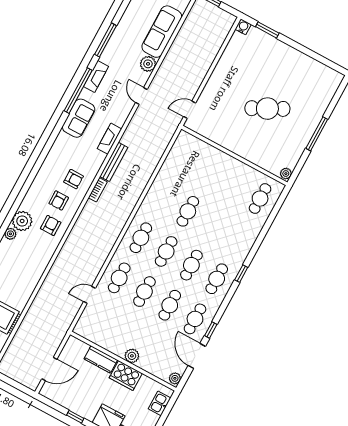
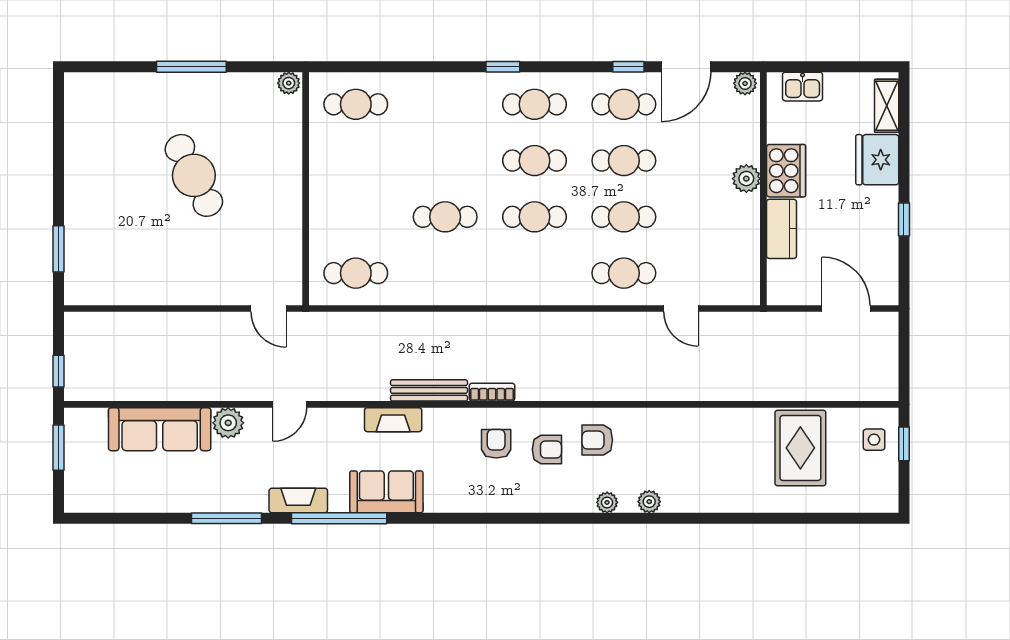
water cooler: (243, 27) -> (76, 293), removed
plant: (22, 221) -> (607, 502), width x0.53, depth x0.53
cafe table: (141, 238) -> (356, 273), moved

